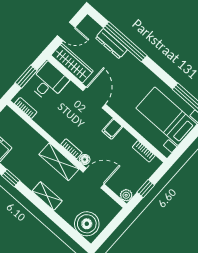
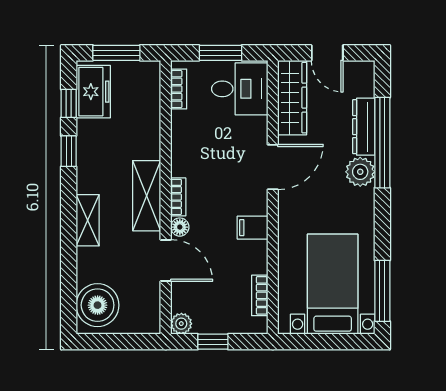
plant: (129, 62) -> (360, 172), added

